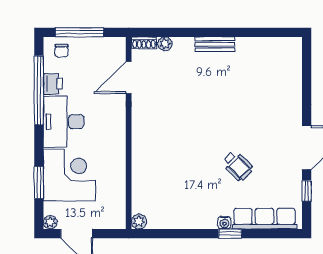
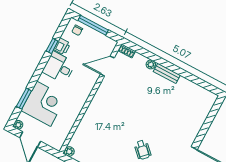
plant: (165, 44) -> (151, 64), moved
window: (39, 90) -> (52, 46), width x0.32
desk: (64, 121) -> (59, 67), width x0.73

